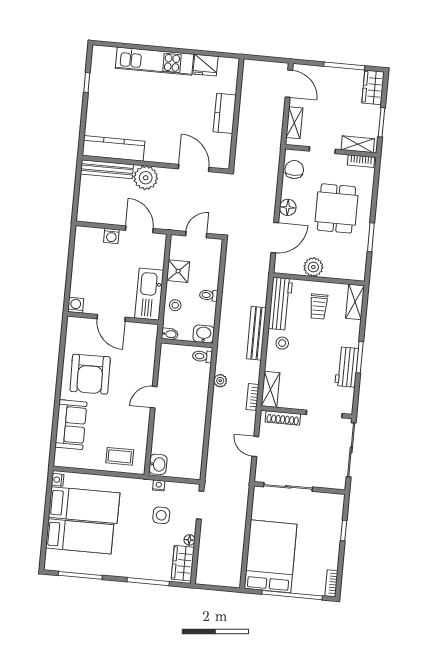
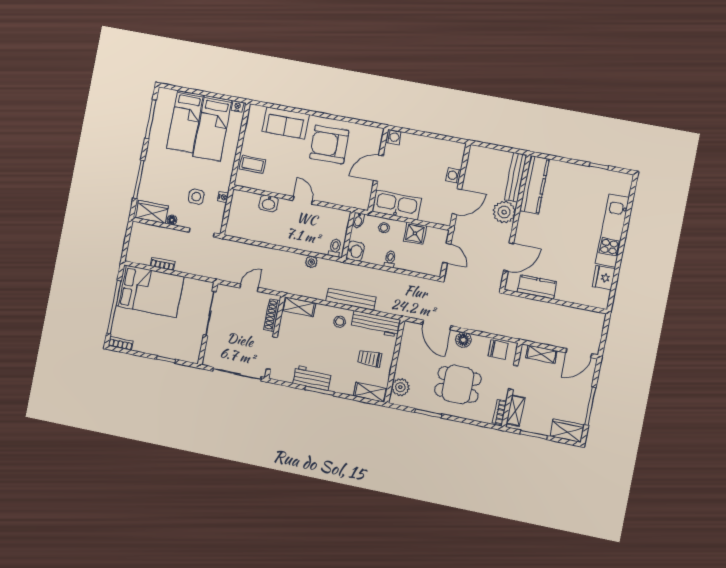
kitchen counter: (225, 113) -> (537, 287), moved
plant: (313, 267) -> (400, 387), moved
bookcase: (253, 397) -> (162, 264), moved
coffee table: (120, 456) -> (253, 164), turned 90
washbasin: (158, 464) -> (269, 203), moved

